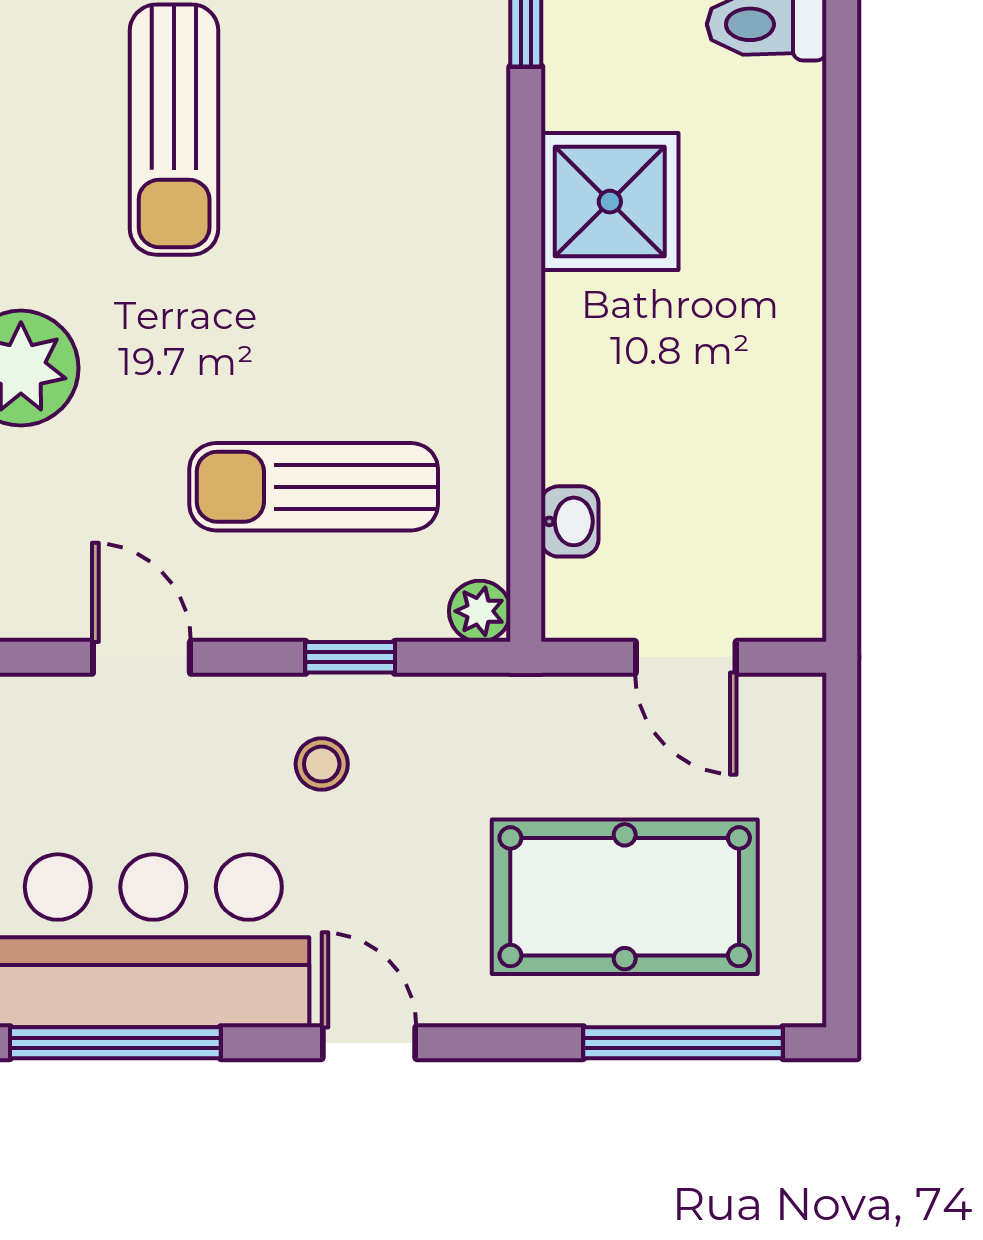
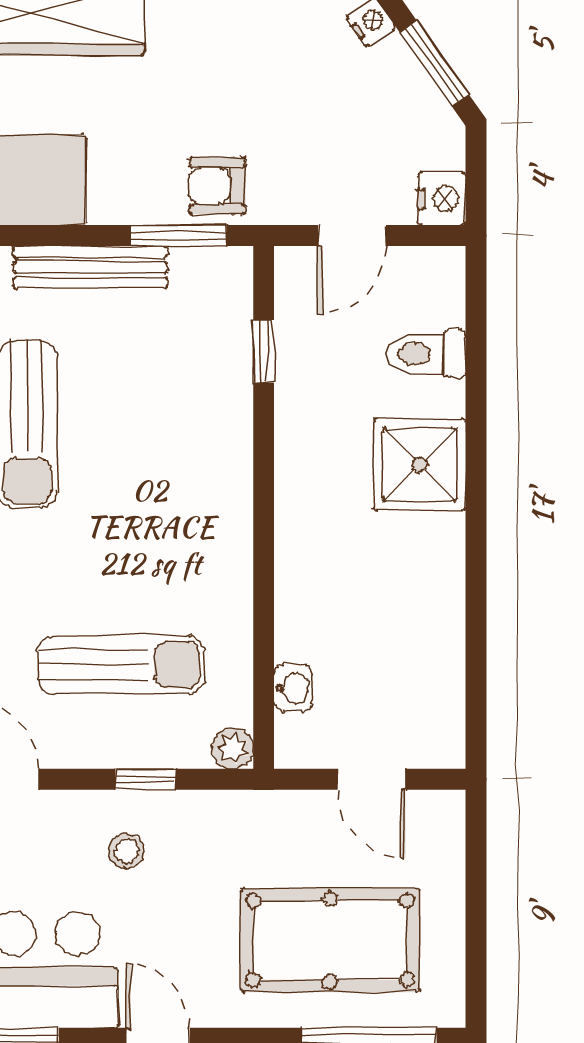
shower: (610, 202) -> (420, 464), moved
sun lounger: (314, 487) -> (121, 665), turned 180

